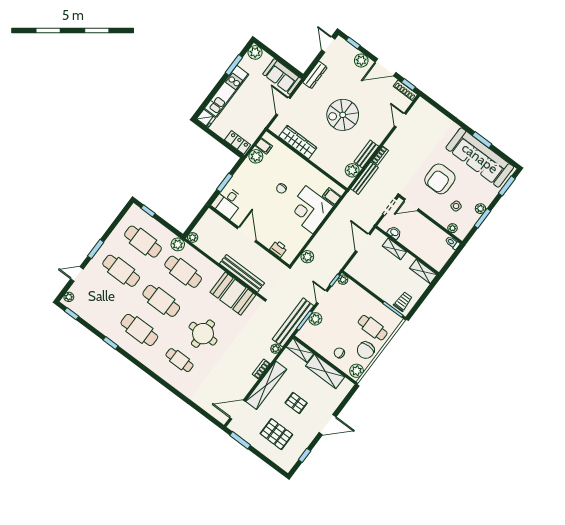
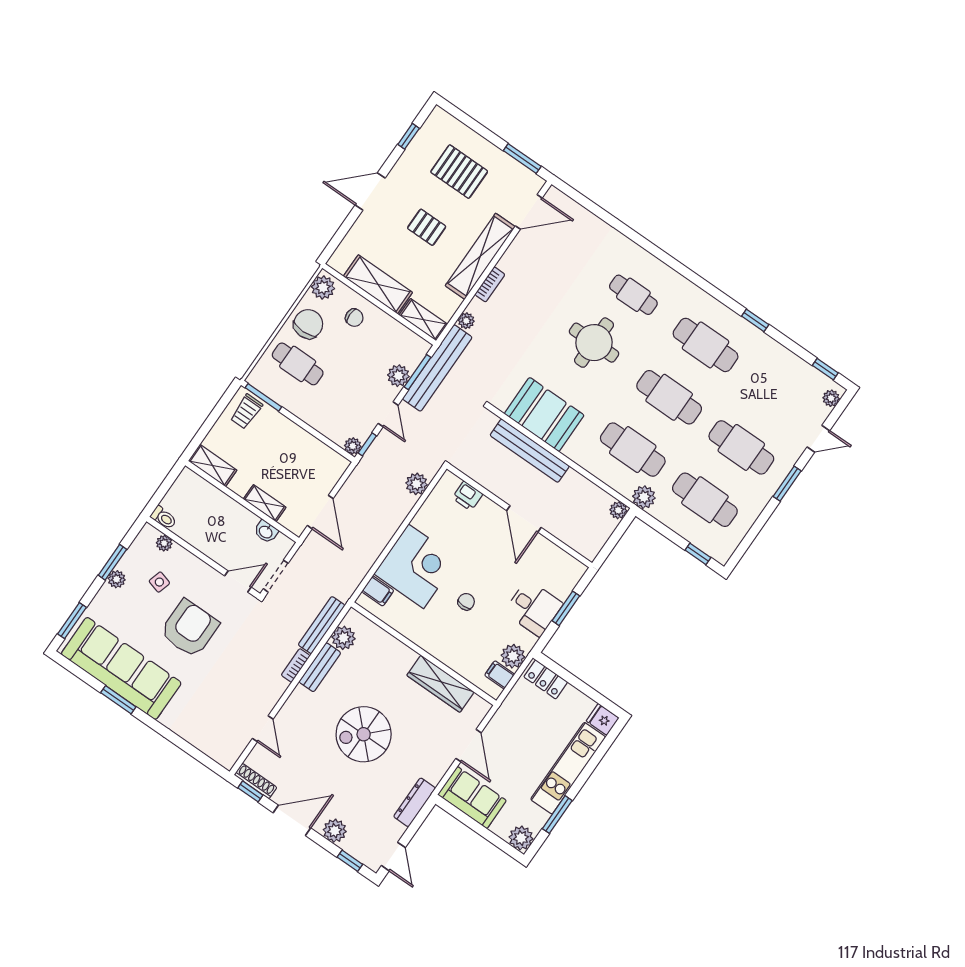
spiral stairs: (343, 115) -> (364, 734), turned 180
desk: (228, 202) -> (534, 608), moved, turned 90

